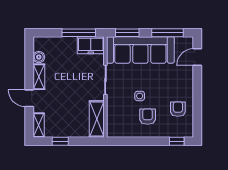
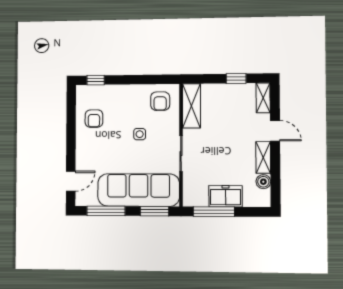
freezer: (91, 45) -> (225, 196), moved
armchair: (148, 117) -> (160, 101), moved

